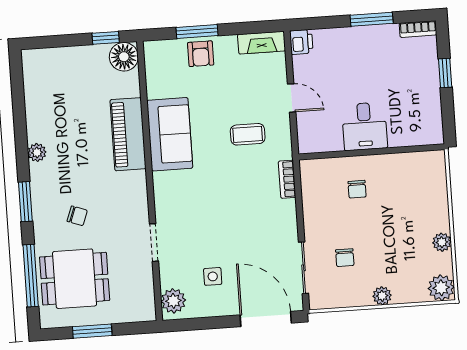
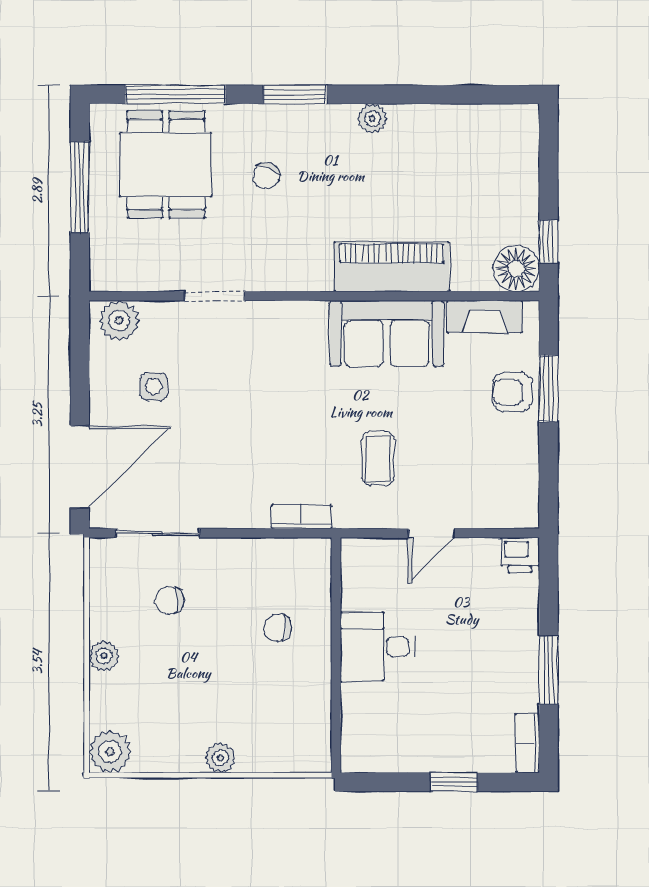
fireplace: (262, 43) -> (484, 317), moved, turned -90
plant: (442, 242) -> (220, 758), moved
window: (92, 331) -> (80, 187), width x1.44

